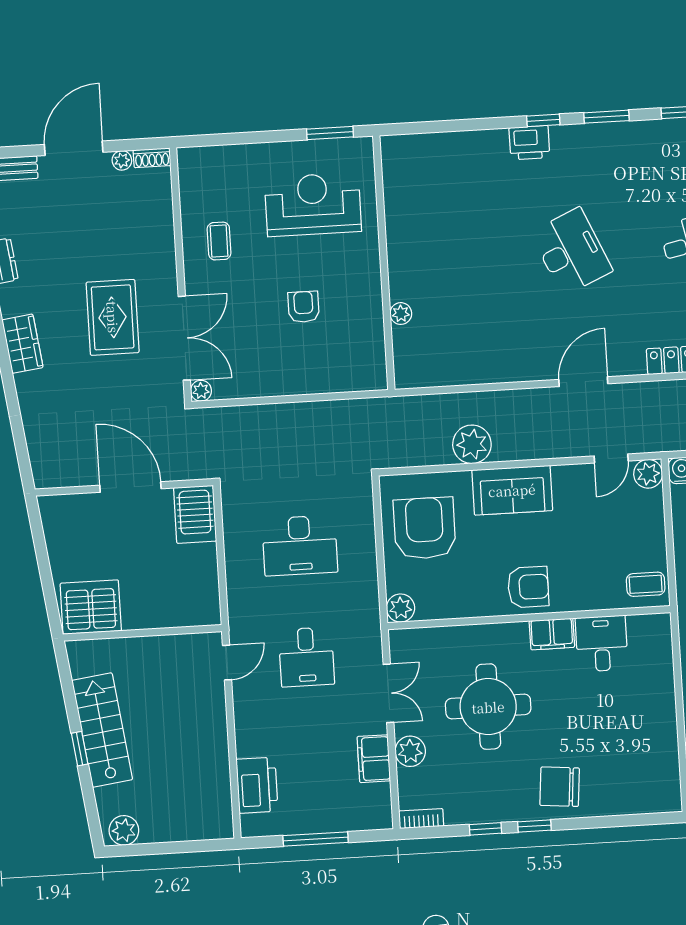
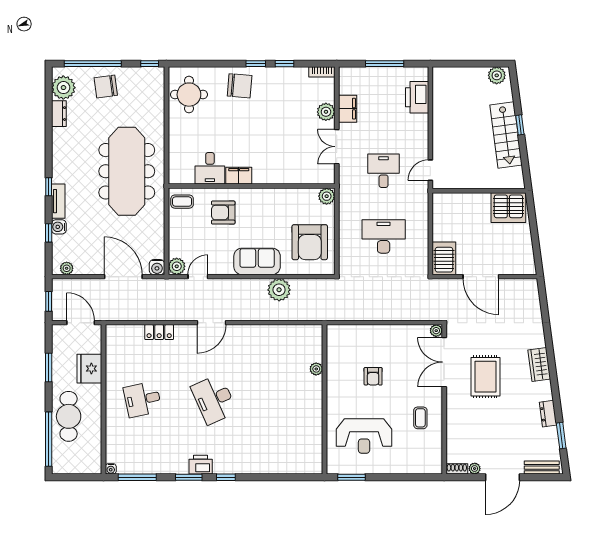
printer: (529, 143) -> (201, 465), moved
armchair: (528, 587) -> (223, 213), moved
round table: (488, 707) -> (189, 95), moved, width x0.73, depth x0.73

